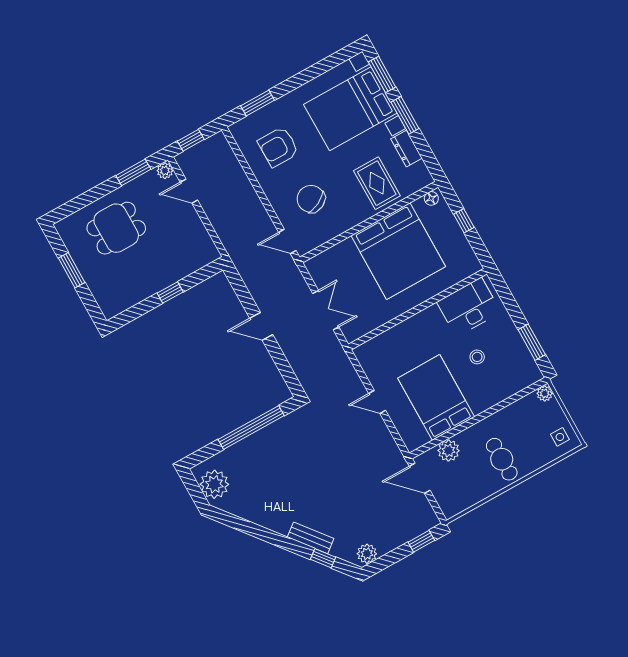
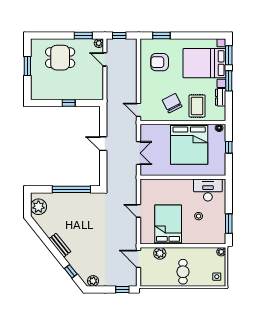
chair: (311, 199) -> (172, 103), moved
bench: (311, 538) -> (60, 245), moved

